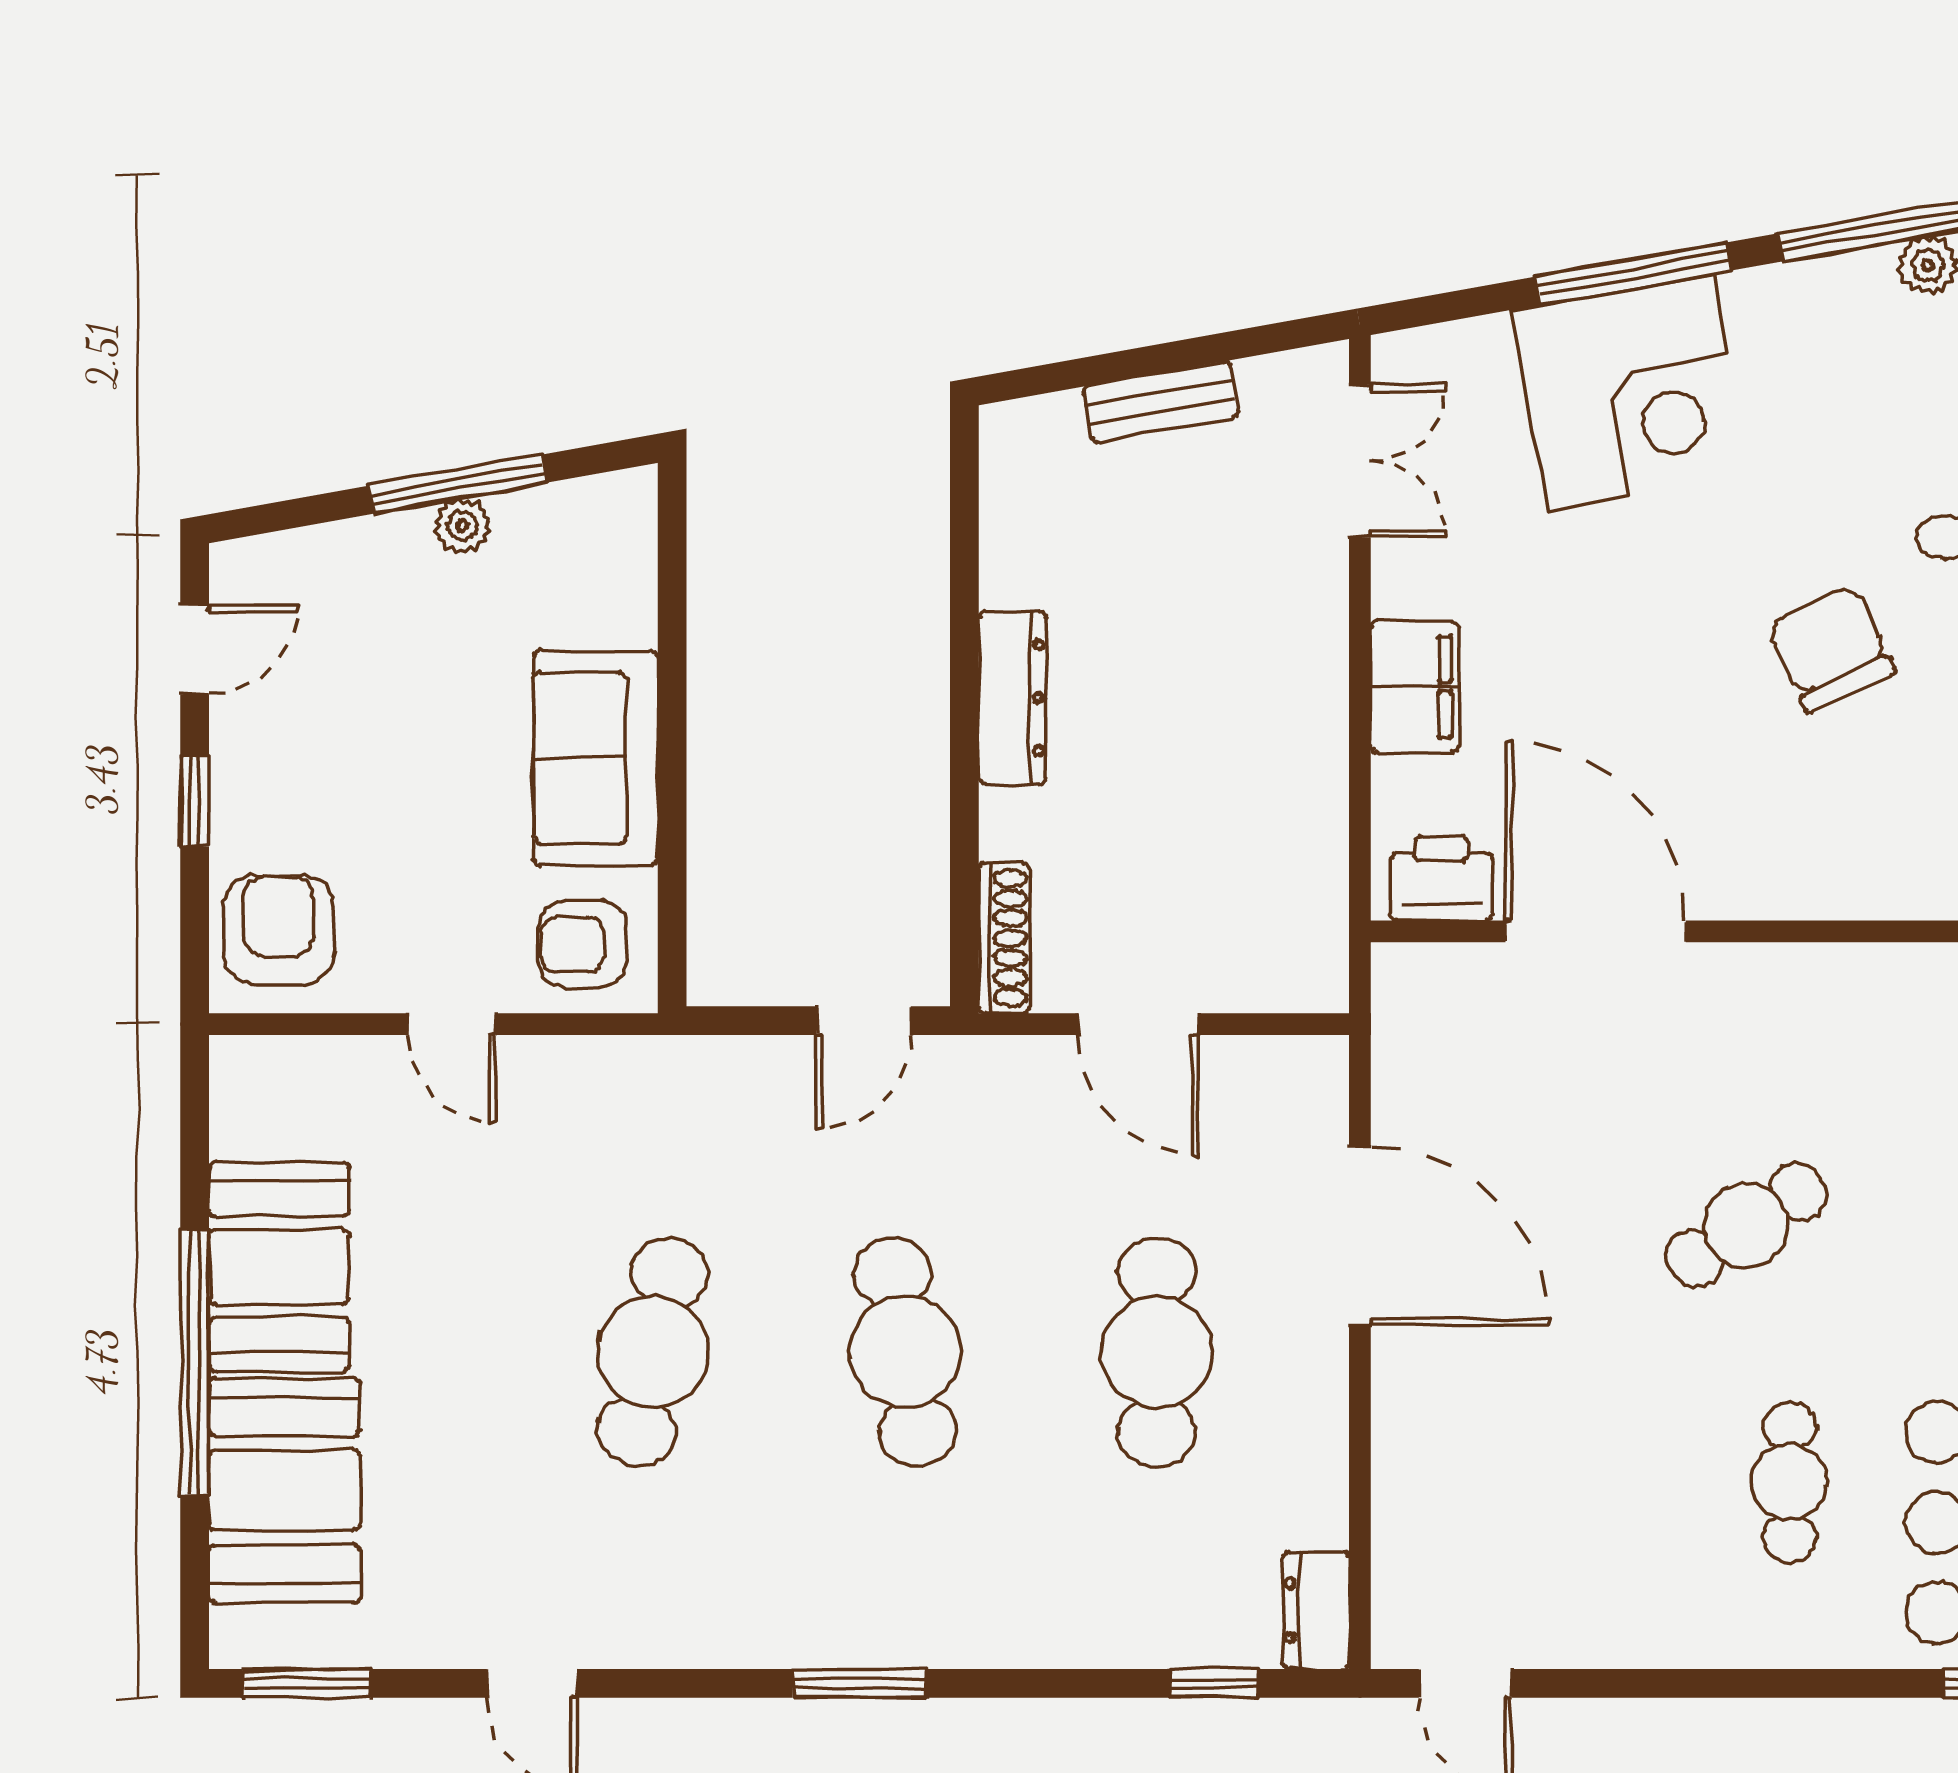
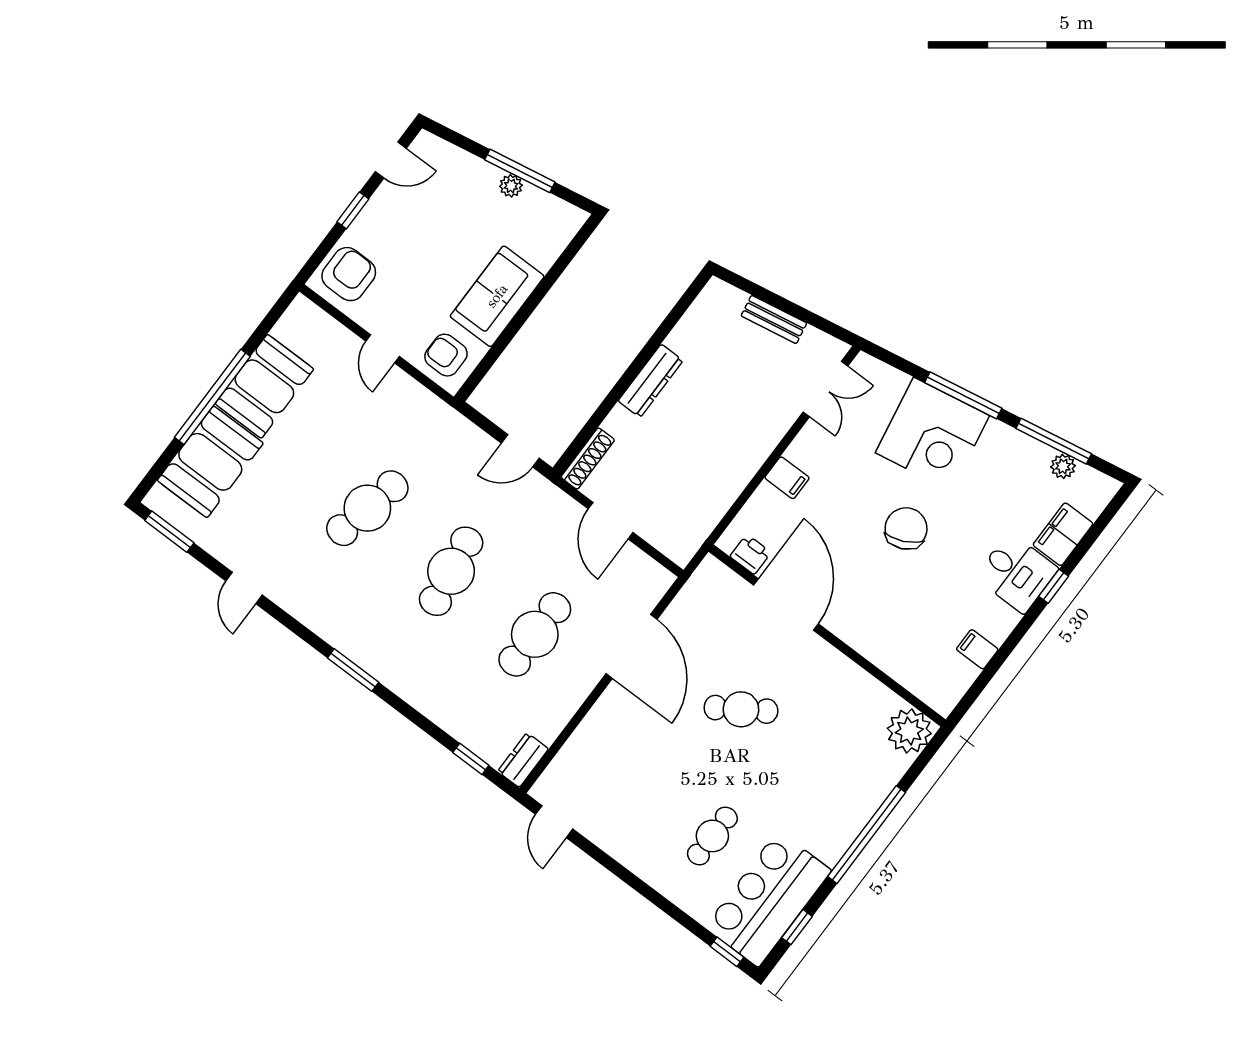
chair: (1831, 648) -> (906, 528), moved
filing cabinet: (1415, 687) -> (787, 478), width x0.50
printer: (1442, 878) -> (750, 554), width x0.73, depth x0.81
cafe table: (1746, 1225) -> (741, 709), moved

